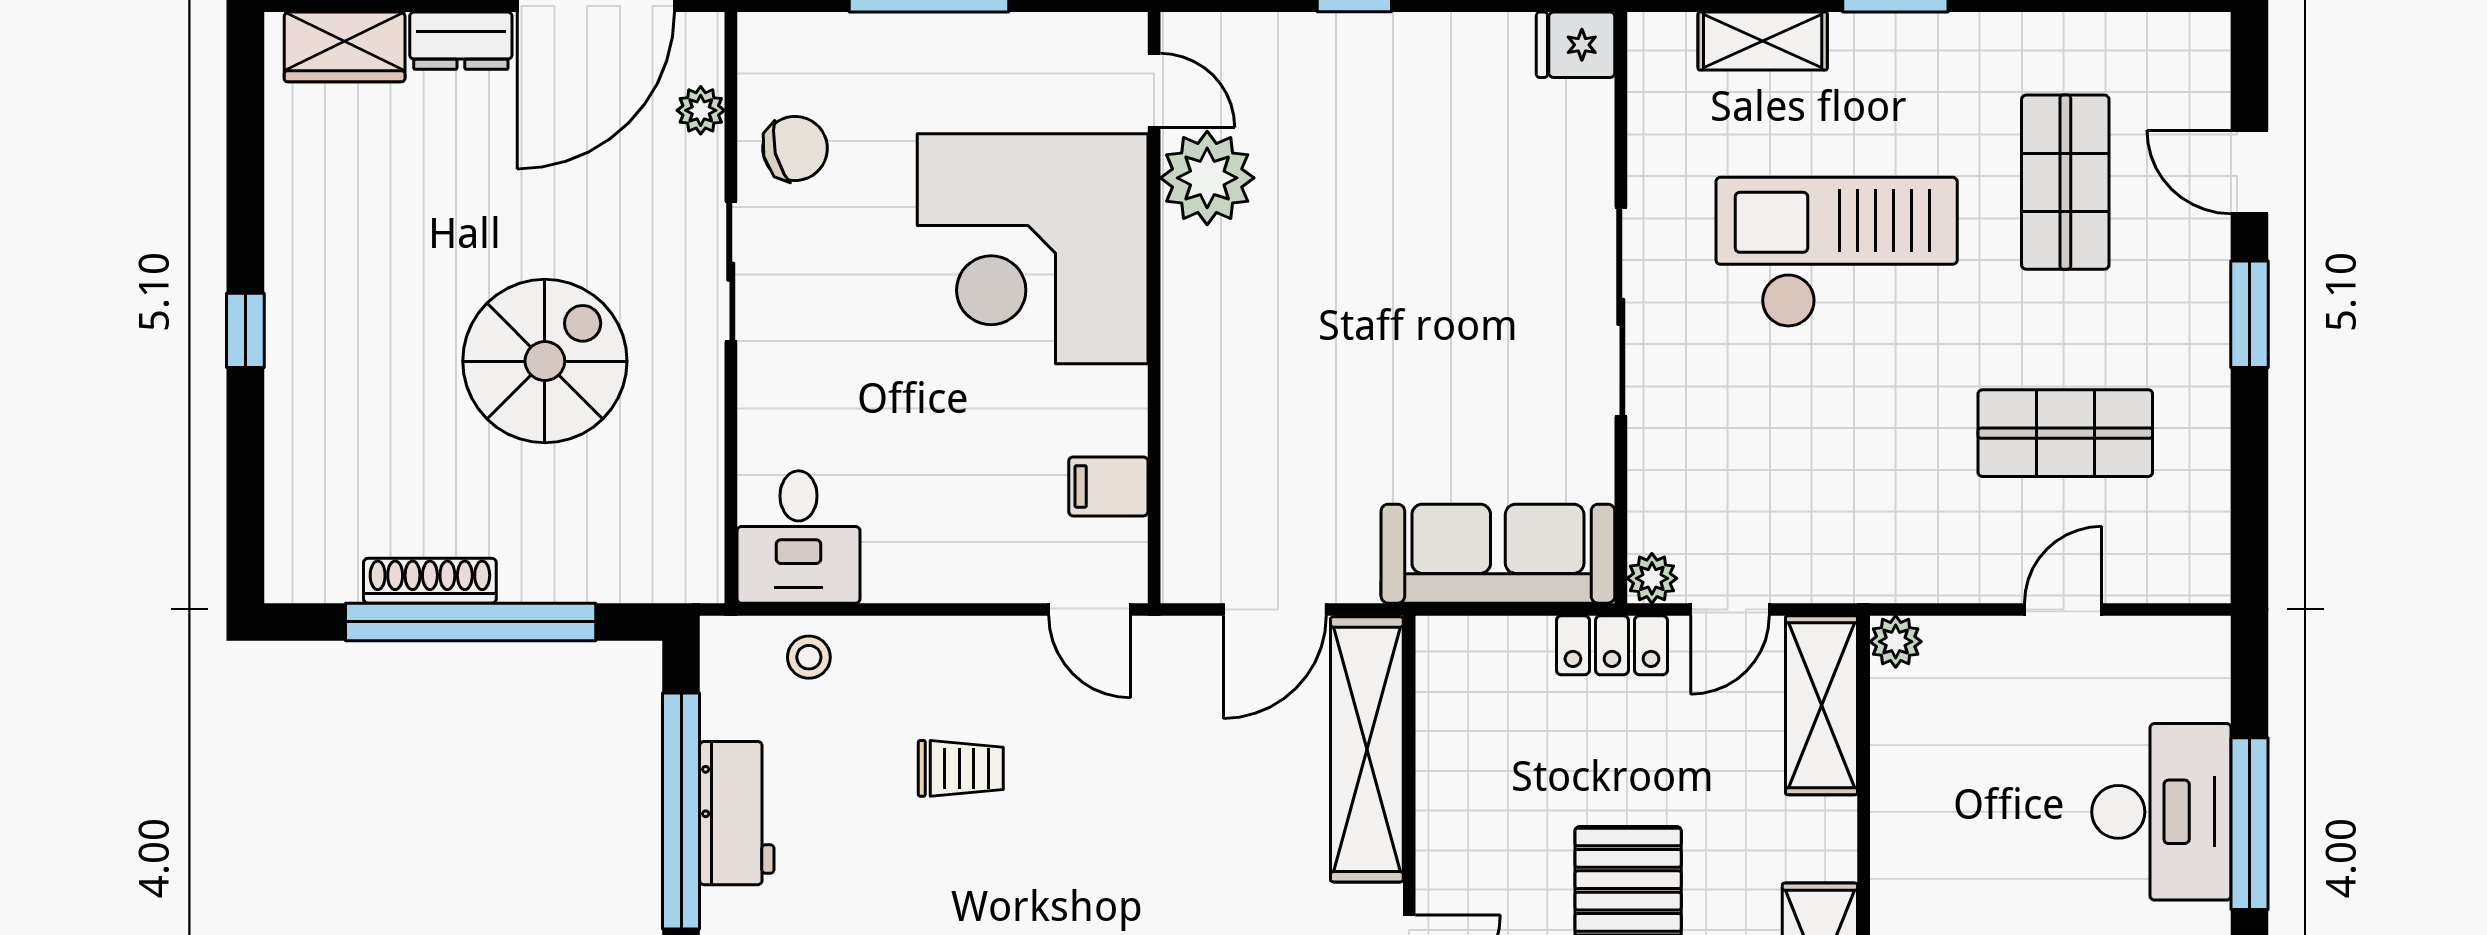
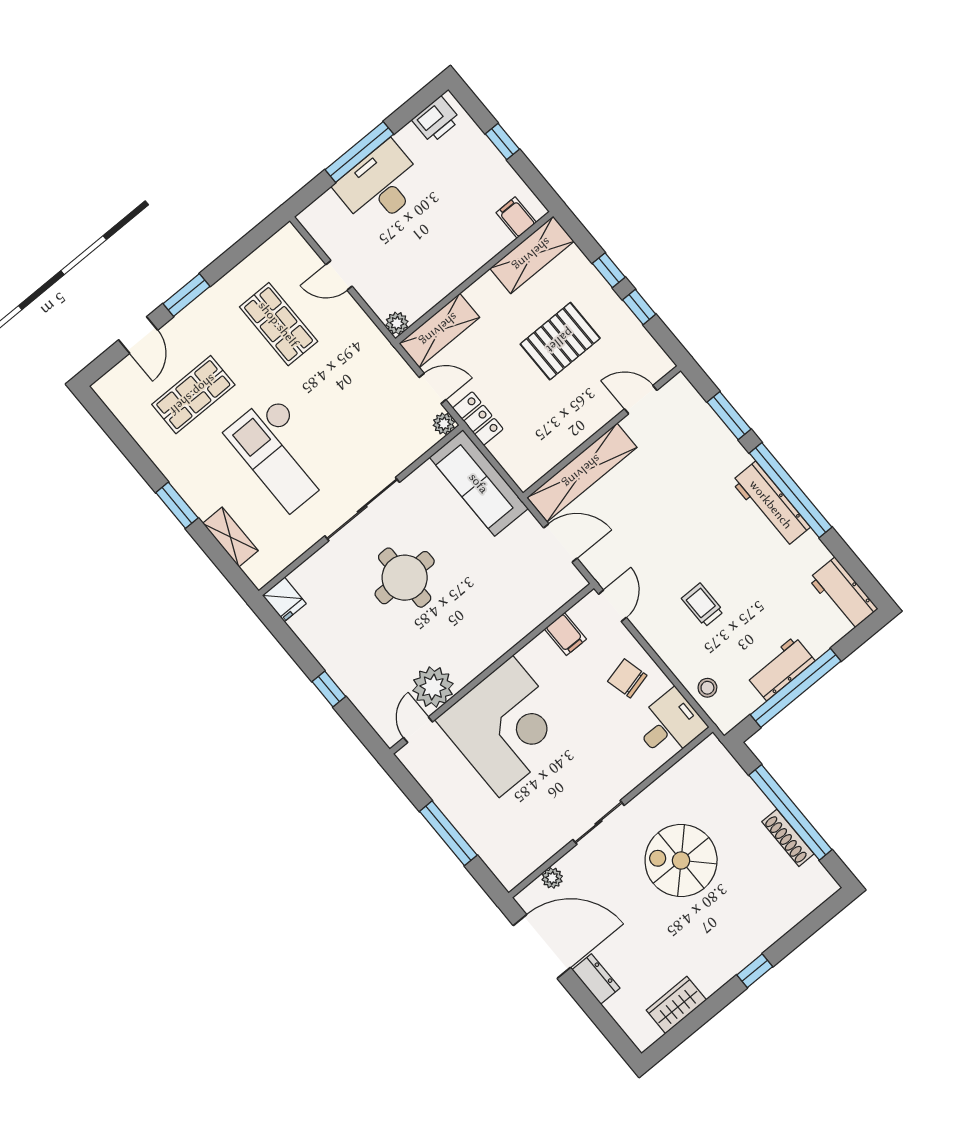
wardrobe: (345, 47) -> (676, 1005), moved, turned -90
chair: (795, 148) -> (627, 678), moved
round table: (1440, 287) -> (405, 578), added

